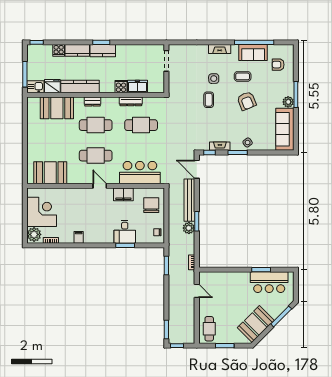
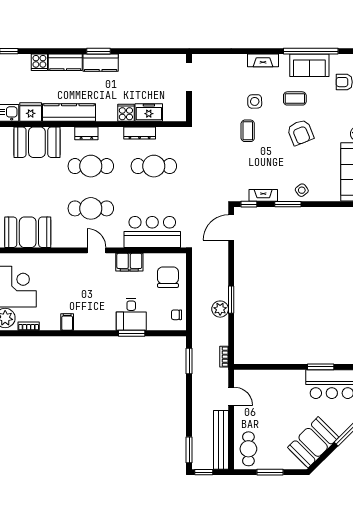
door: (197, 169) -> (231, 227), hinge flipped
bench: (189, 200) -> (221, 440), moved

